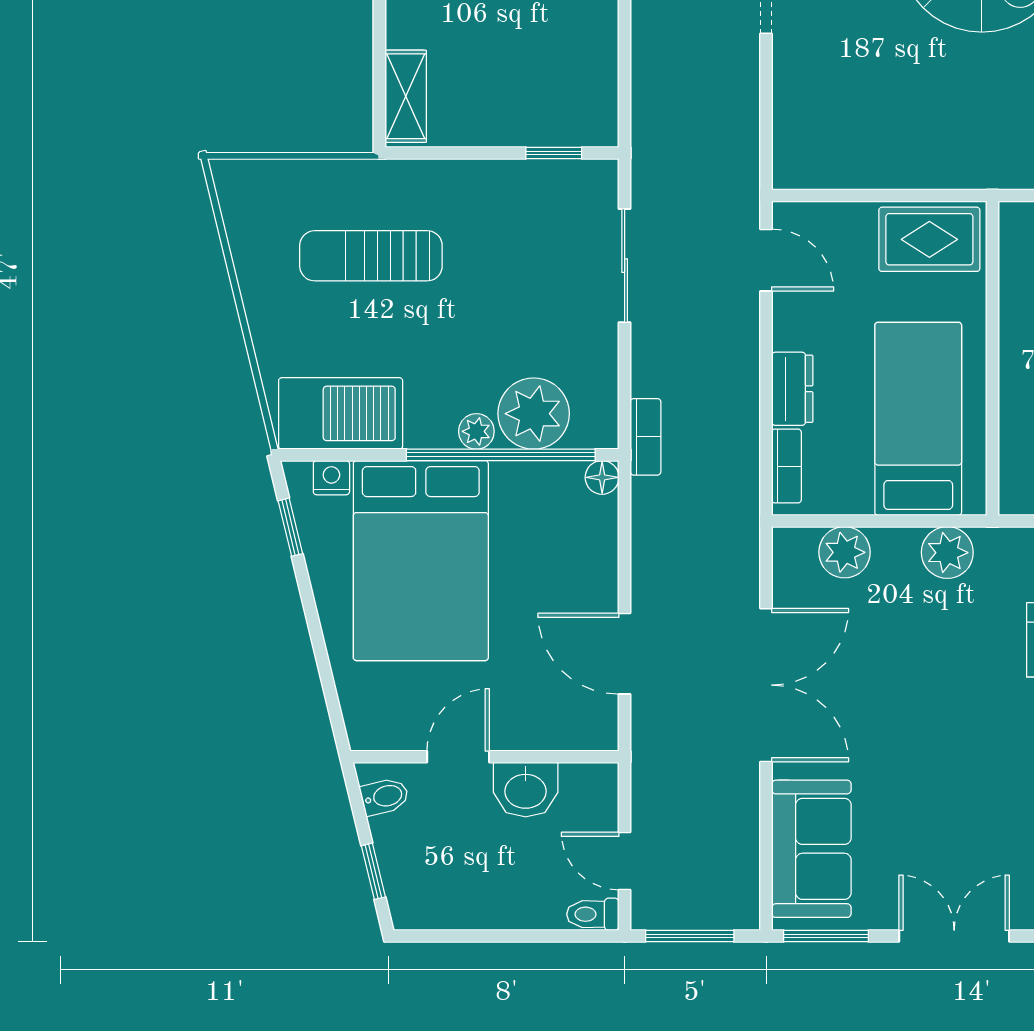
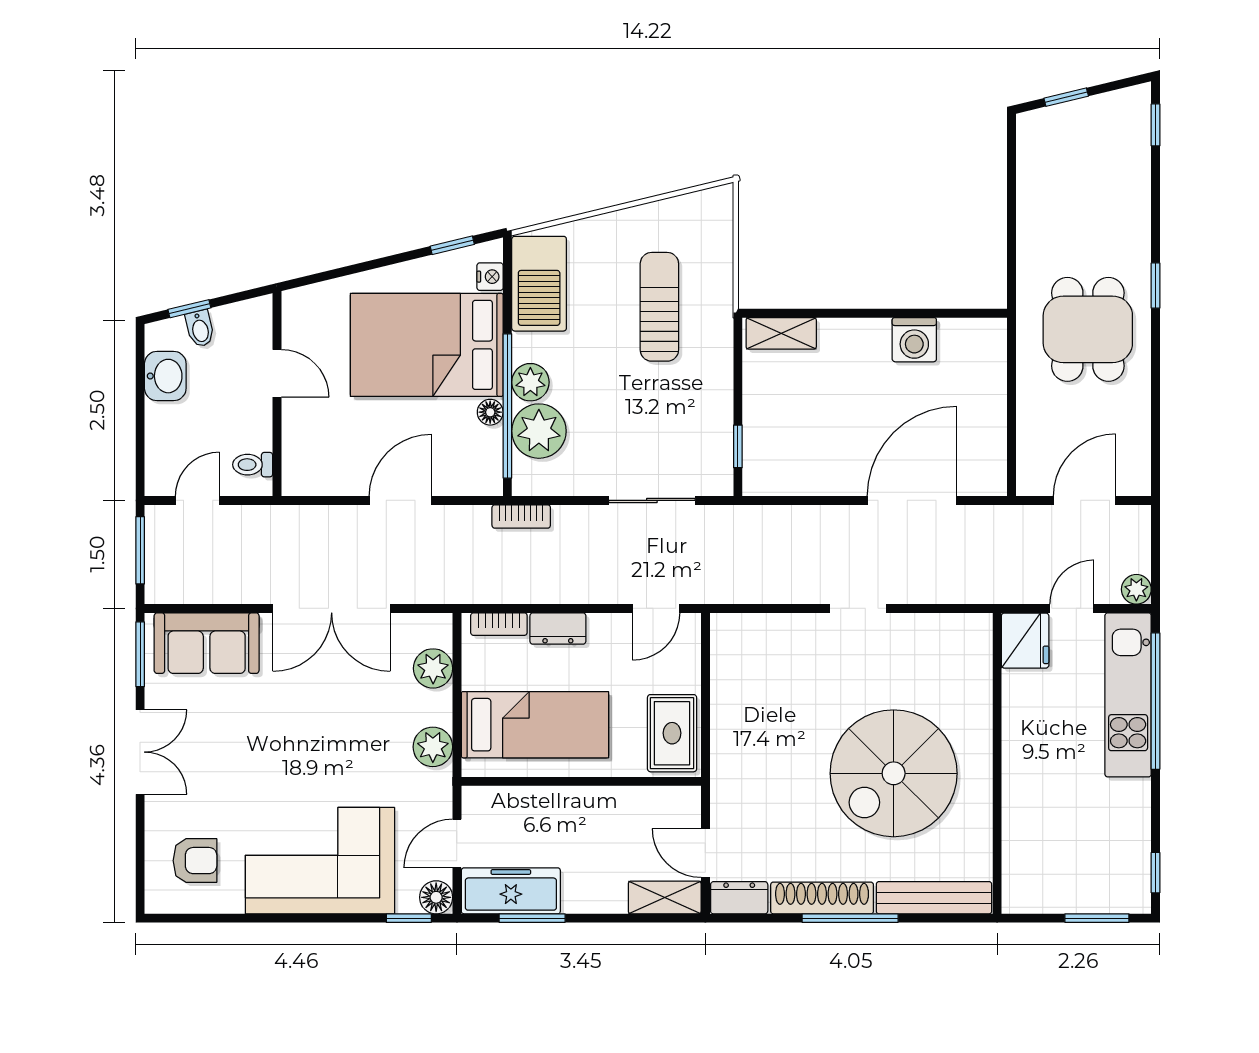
plant: (476, 431) -> (530, 382), width x1.38, depth x1.38
floor lamp: (602, 477) -> (490, 412), moved
door: (625, 654) -> (400, 500), moved
washbasin: (526, 790) -> (165, 376), moved, turned 180
bidet: (385, 796) -> (200, 328), moved
toilet: (593, 914) -> (253, 465), moved, turned -90

